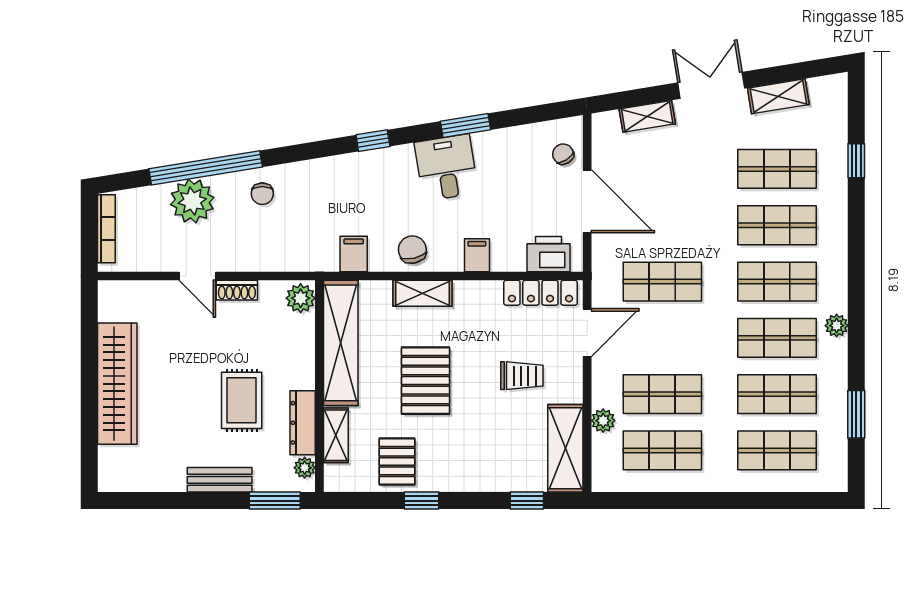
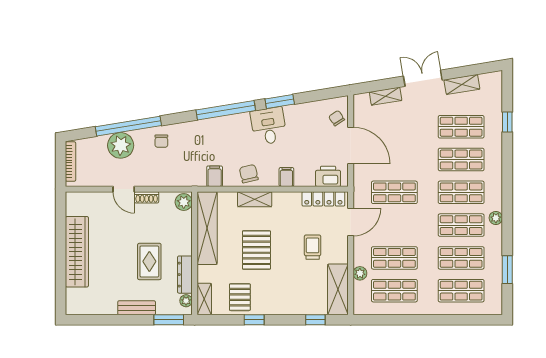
window: (373, 141) -> (226, 110), width x3.17
trolley: (522, 376) -> (313, 247), turned -90
shelving: (336, 435) -> (204, 299), moved

